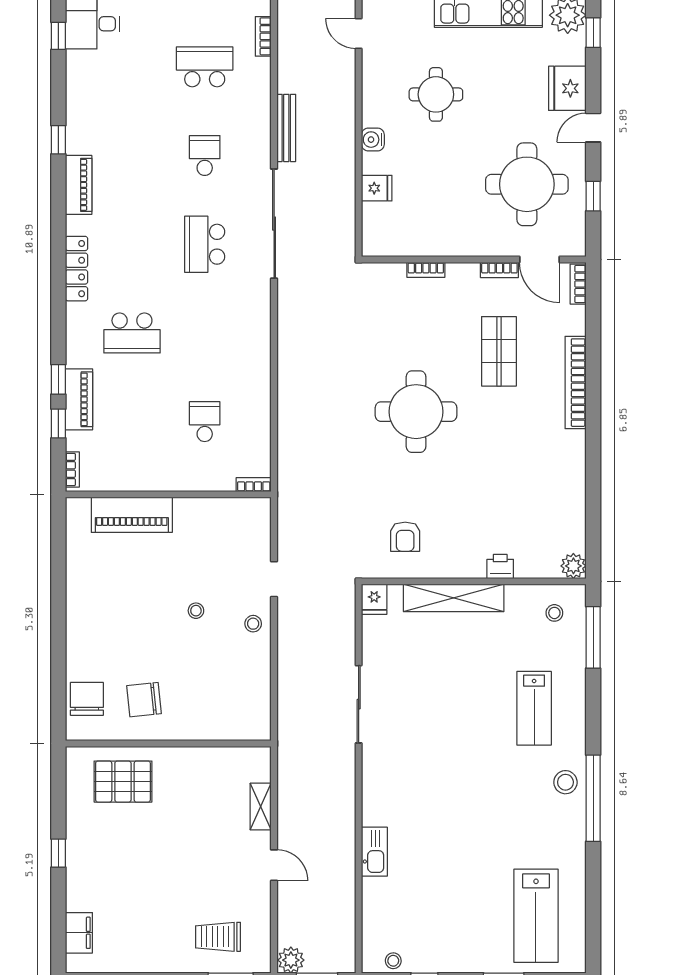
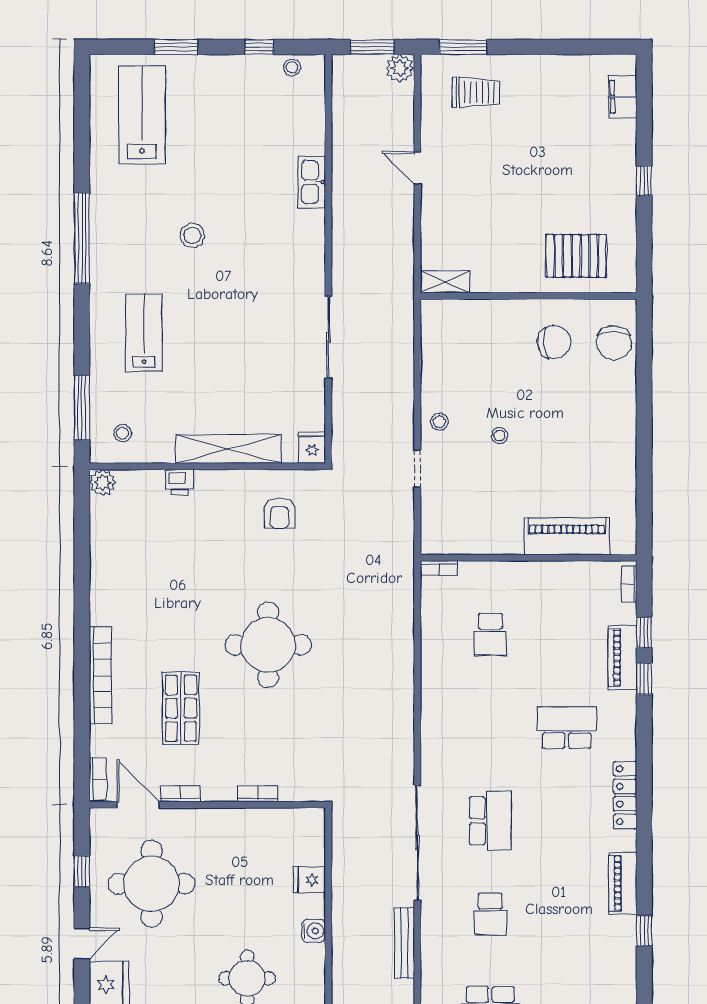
armchair: (405, 537) -> (280, 513), turned 180
stool: (565, 782) -> (192, 235), moved
shelving: (261, 807) -> (445, 282), moved, turned 90

